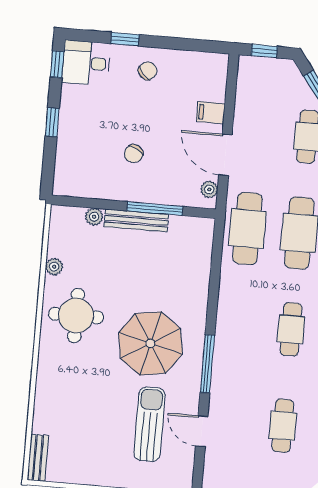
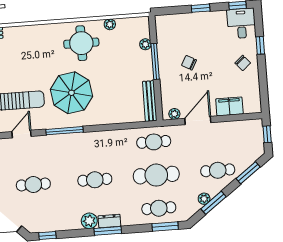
filing cabinet: (211, 113) -> (229, 106), width x2.00
window: (155, 209) -> (155, 61), moved
bench: (136, 220) -> (150, 101), moved
cafe table: (247, 229) -> (154, 142), width x0.73, depth x0.74

